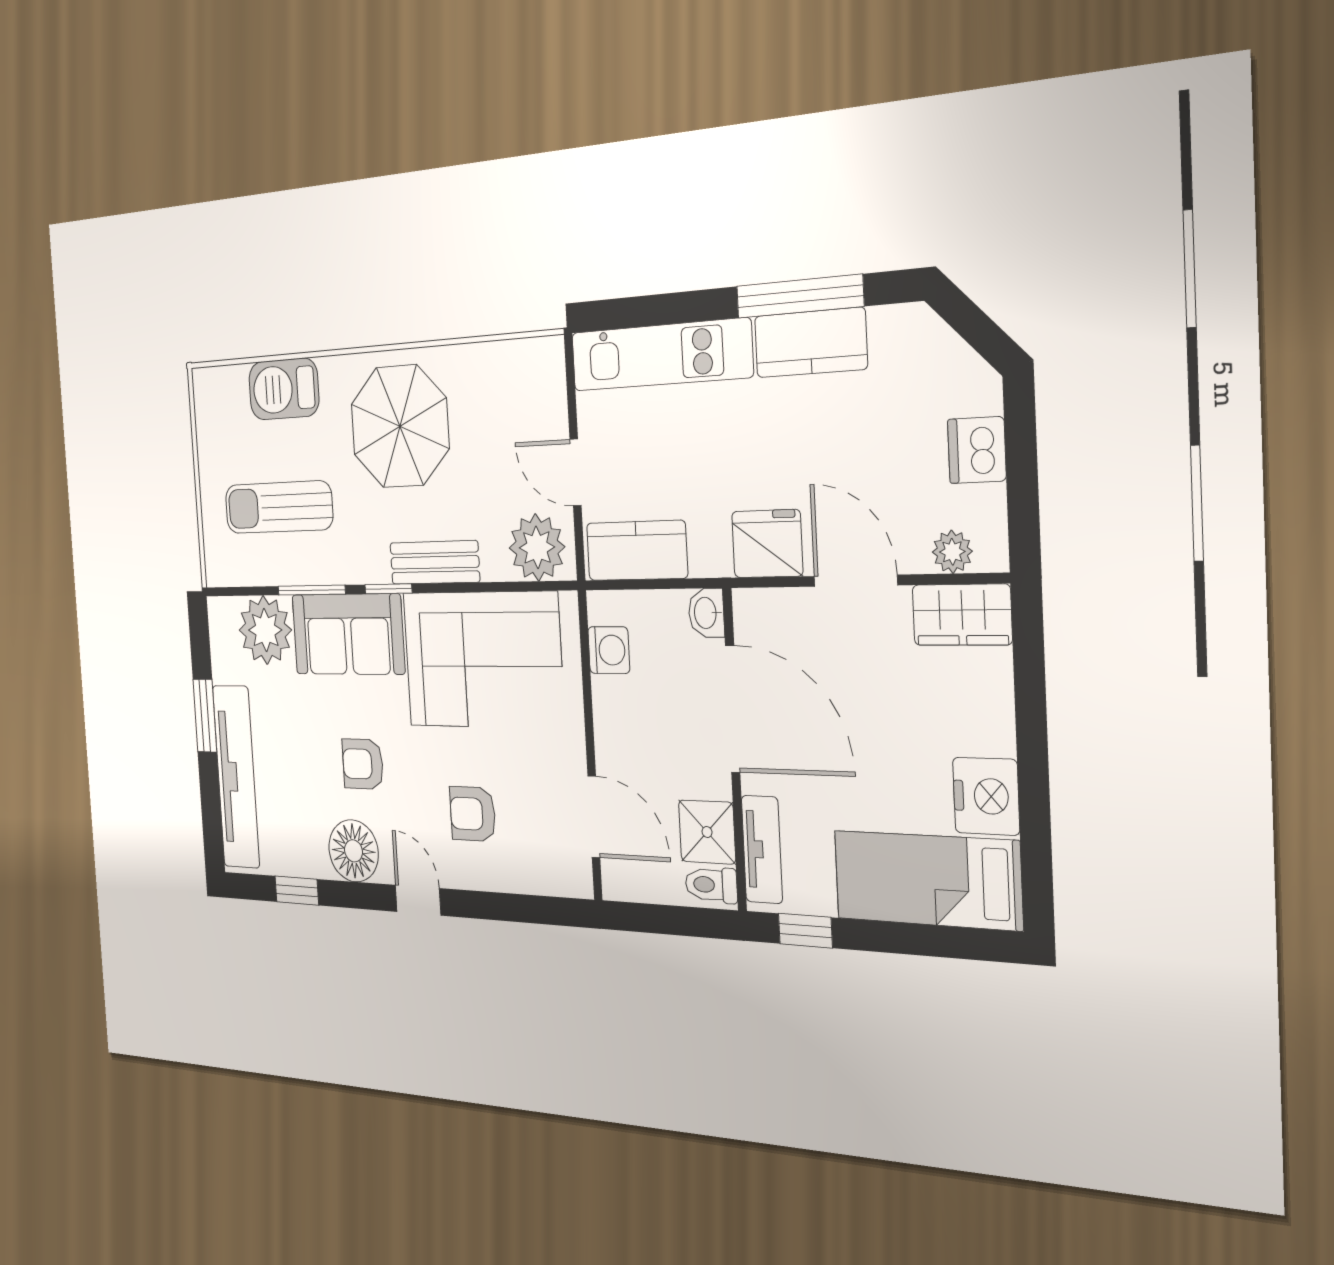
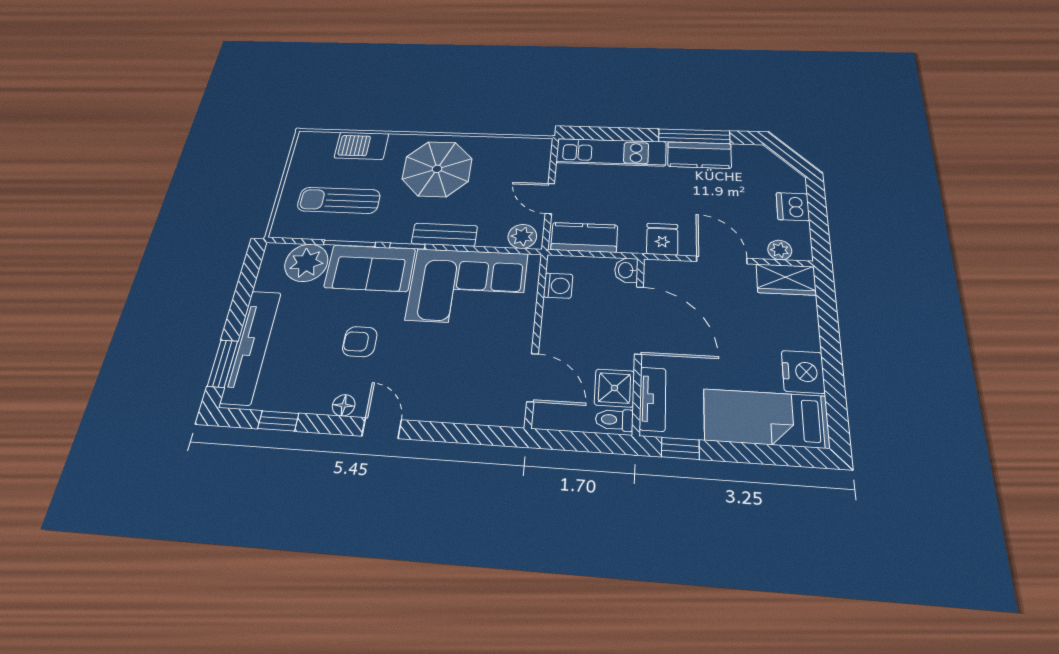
fridge: (767, 544) -> (662, 239), width x0.72
plant: (537, 547) -> (522, 236), width x0.73, depth x0.73
window: (205, 716) -> (222, 363), moved
armchair: (473, 814) -> (440, 374), removed
floor lamp: (354, 851) -> (344, 405), width x0.53, depth x0.53

